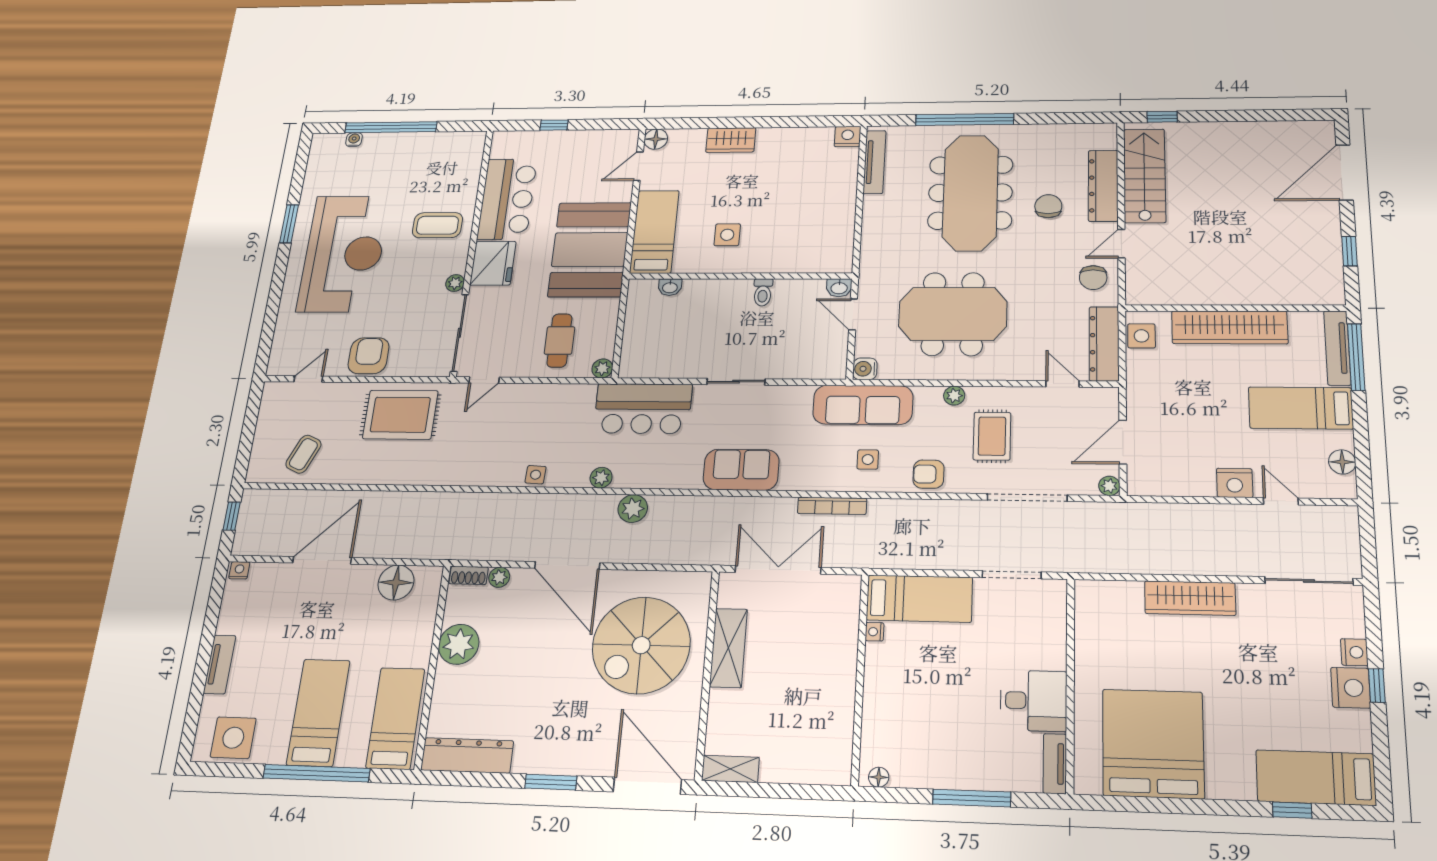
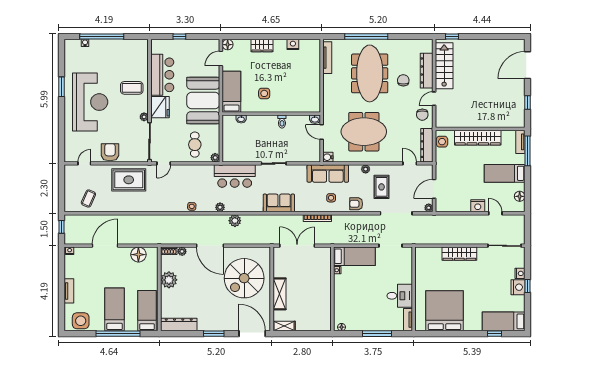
nightstand: (848, 136) -> (293, 44), moved
tv unit: (1337, 348) -> (520, 142), width x0.71
shelving: (728, 648) -> (279, 294), moved

